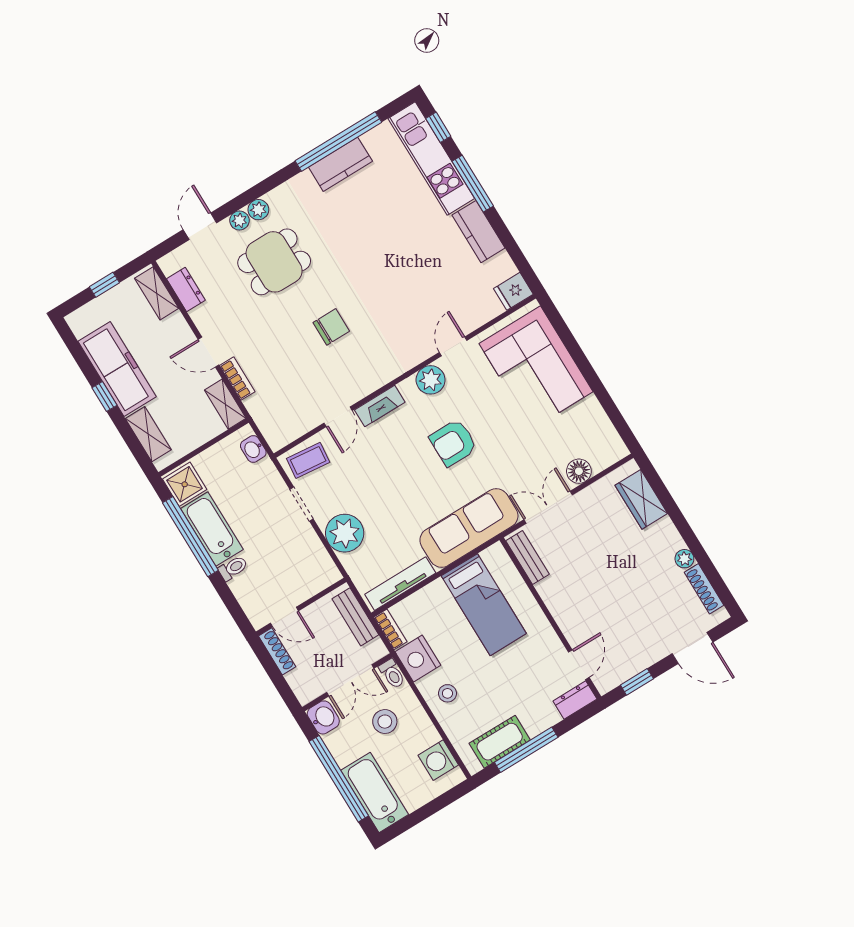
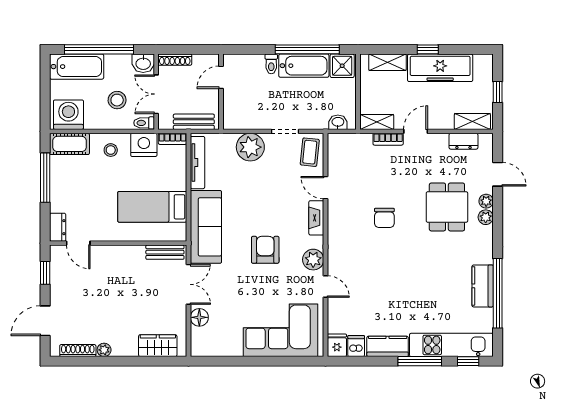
dishwasher: (500, 268) -> (356, 346), added
shoe rack: (277, 651) -> (175, 60), moved
cot: (500, 742) -> (70, 144), moved, turned 90
washing machine: (438, 760) -> (68, 115), width x1.37, depth x1.37

